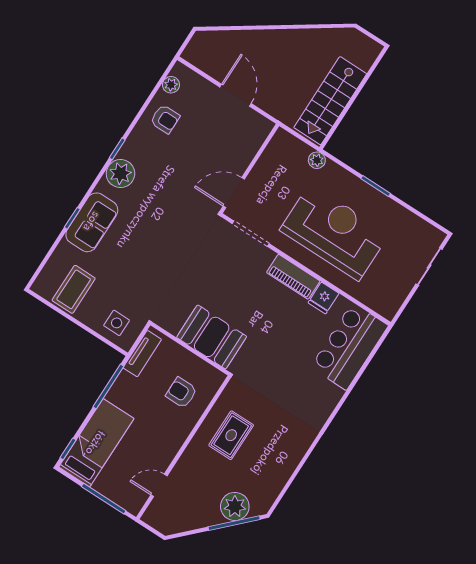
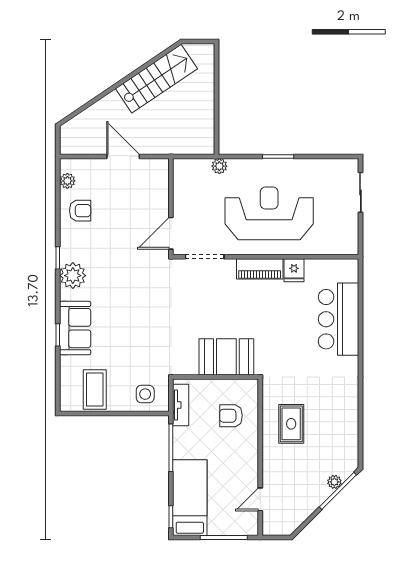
stairs: (330, 101) -> (156, 79), moved, turned -124
bar counter: (349, 346) -> (339, 319), moved
plant: (235, 506) -> (334, 482), width x0.53, depth x0.53

